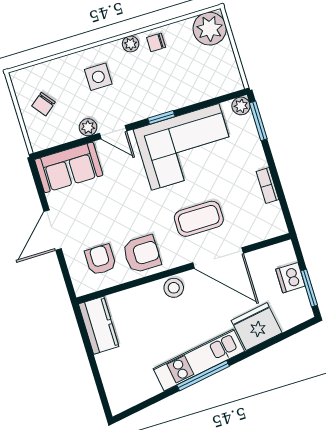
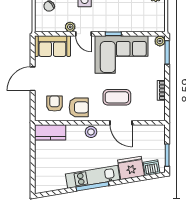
door: (218, 258) -> (121, 123), width x0.73
dishwasher: (290, 278) -> (151, 168), moved, turned 81
kitchen counter: (99, 325) -> (50, 132), moved, turned 90

